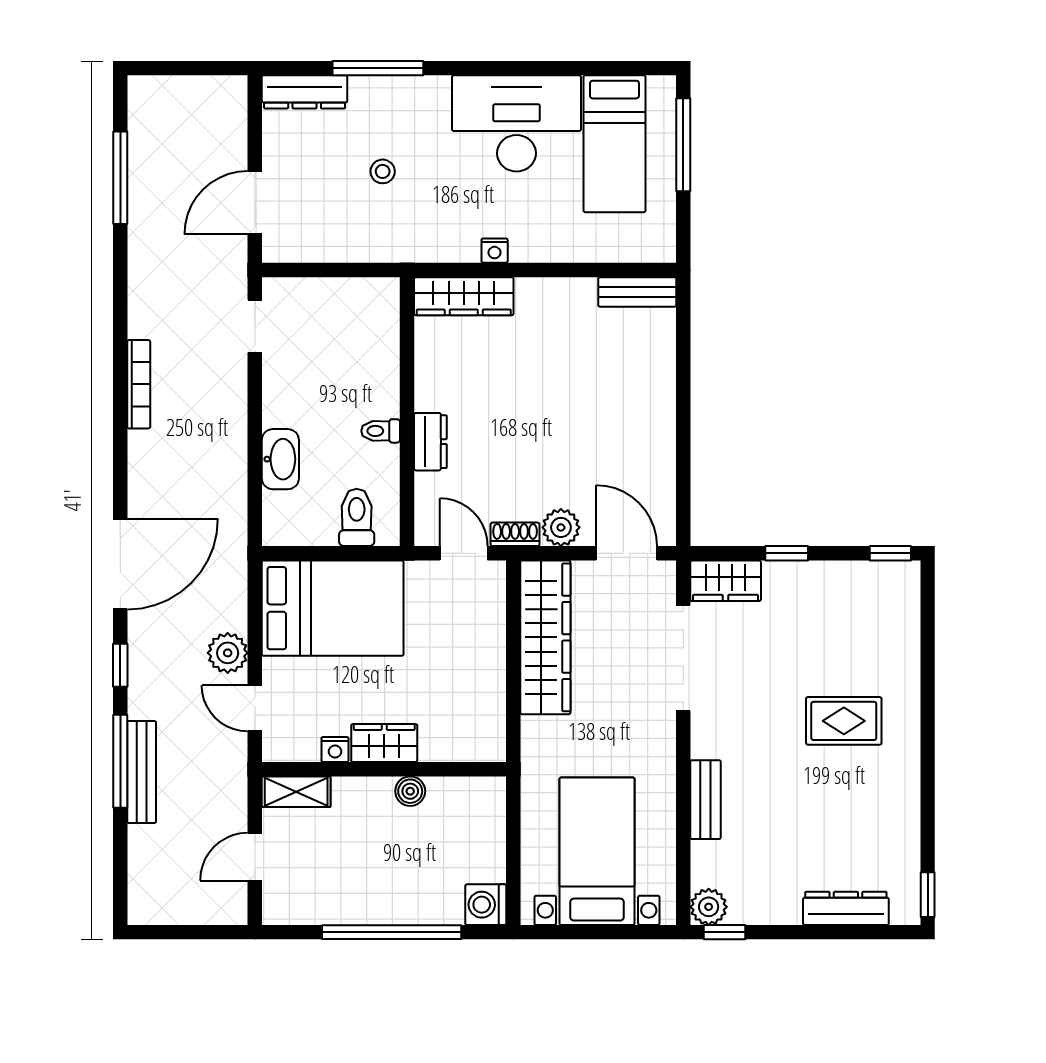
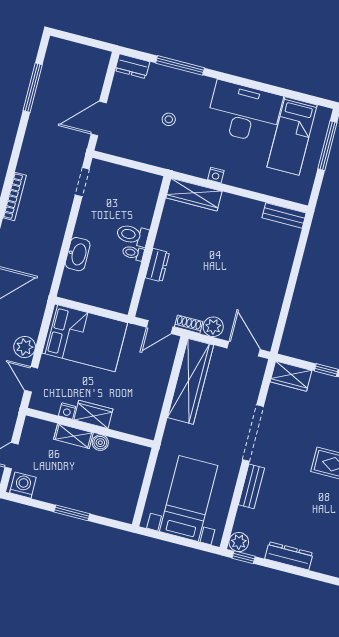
dresser: (305, 92) -> (132, 66), width x0.70
toilet: (357, 517) -> (133, 235), moved, turned -90
door: (464, 553) -> (160, 327), swing flipped
doorway: (683, 658) -> (253, 433), moved
shelving: (296, 792) -> (73, 436), moved
washing machine: (486, 905) -> (23, 485), moved, turned 90
dresser: (846, 908) -> (289, 556), moved
window: (392, 932) -> (72, 513), width x0.47

